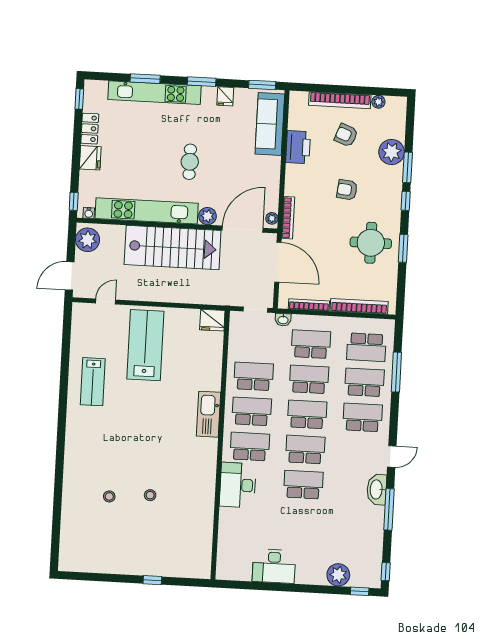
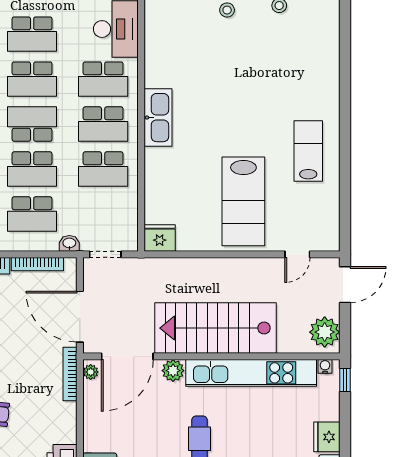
school desk: (307, 414) -> (32, 124), turned 180

